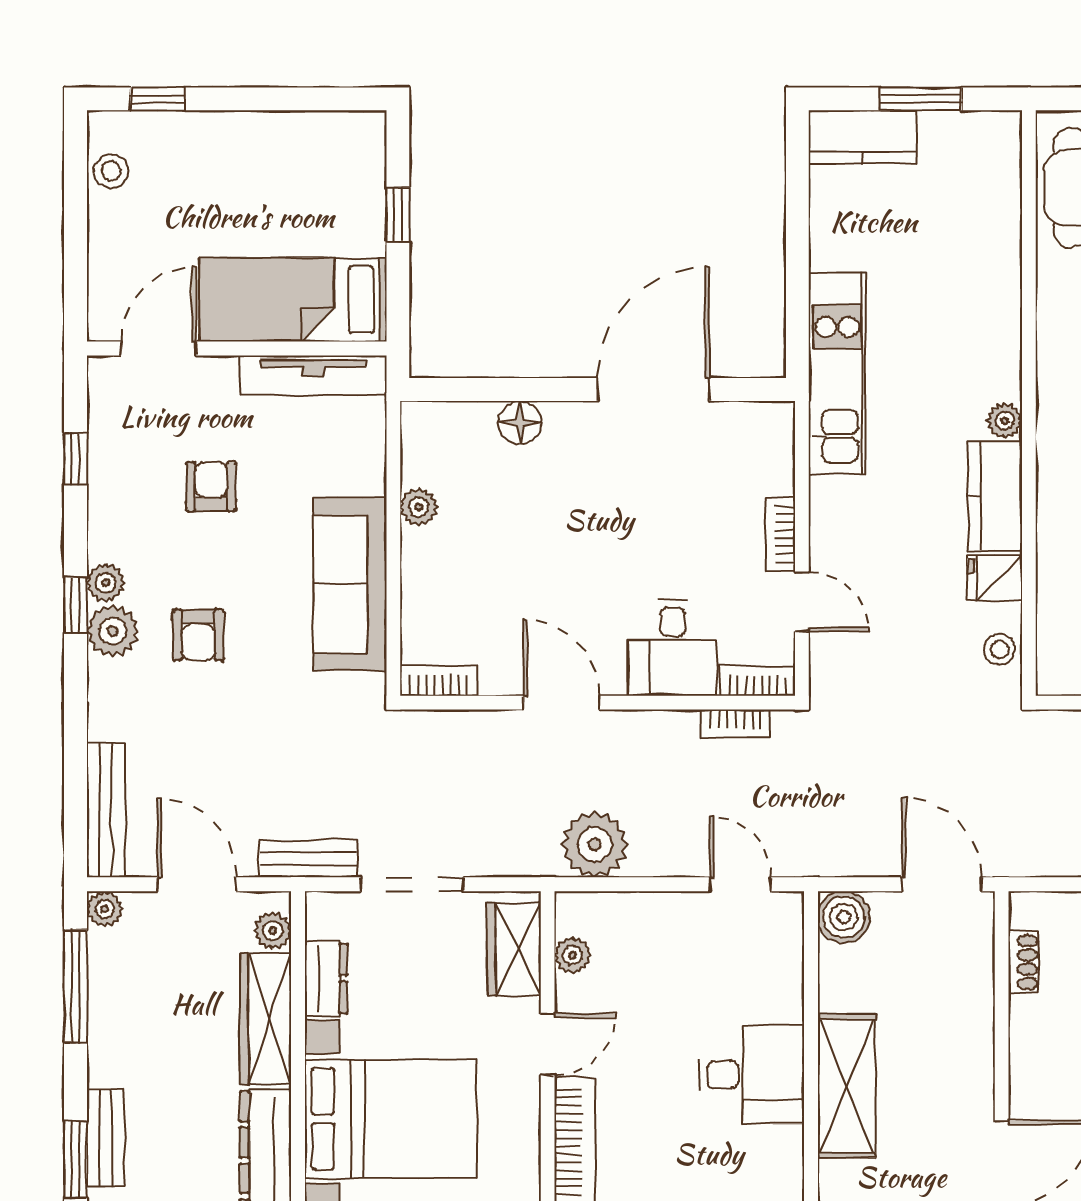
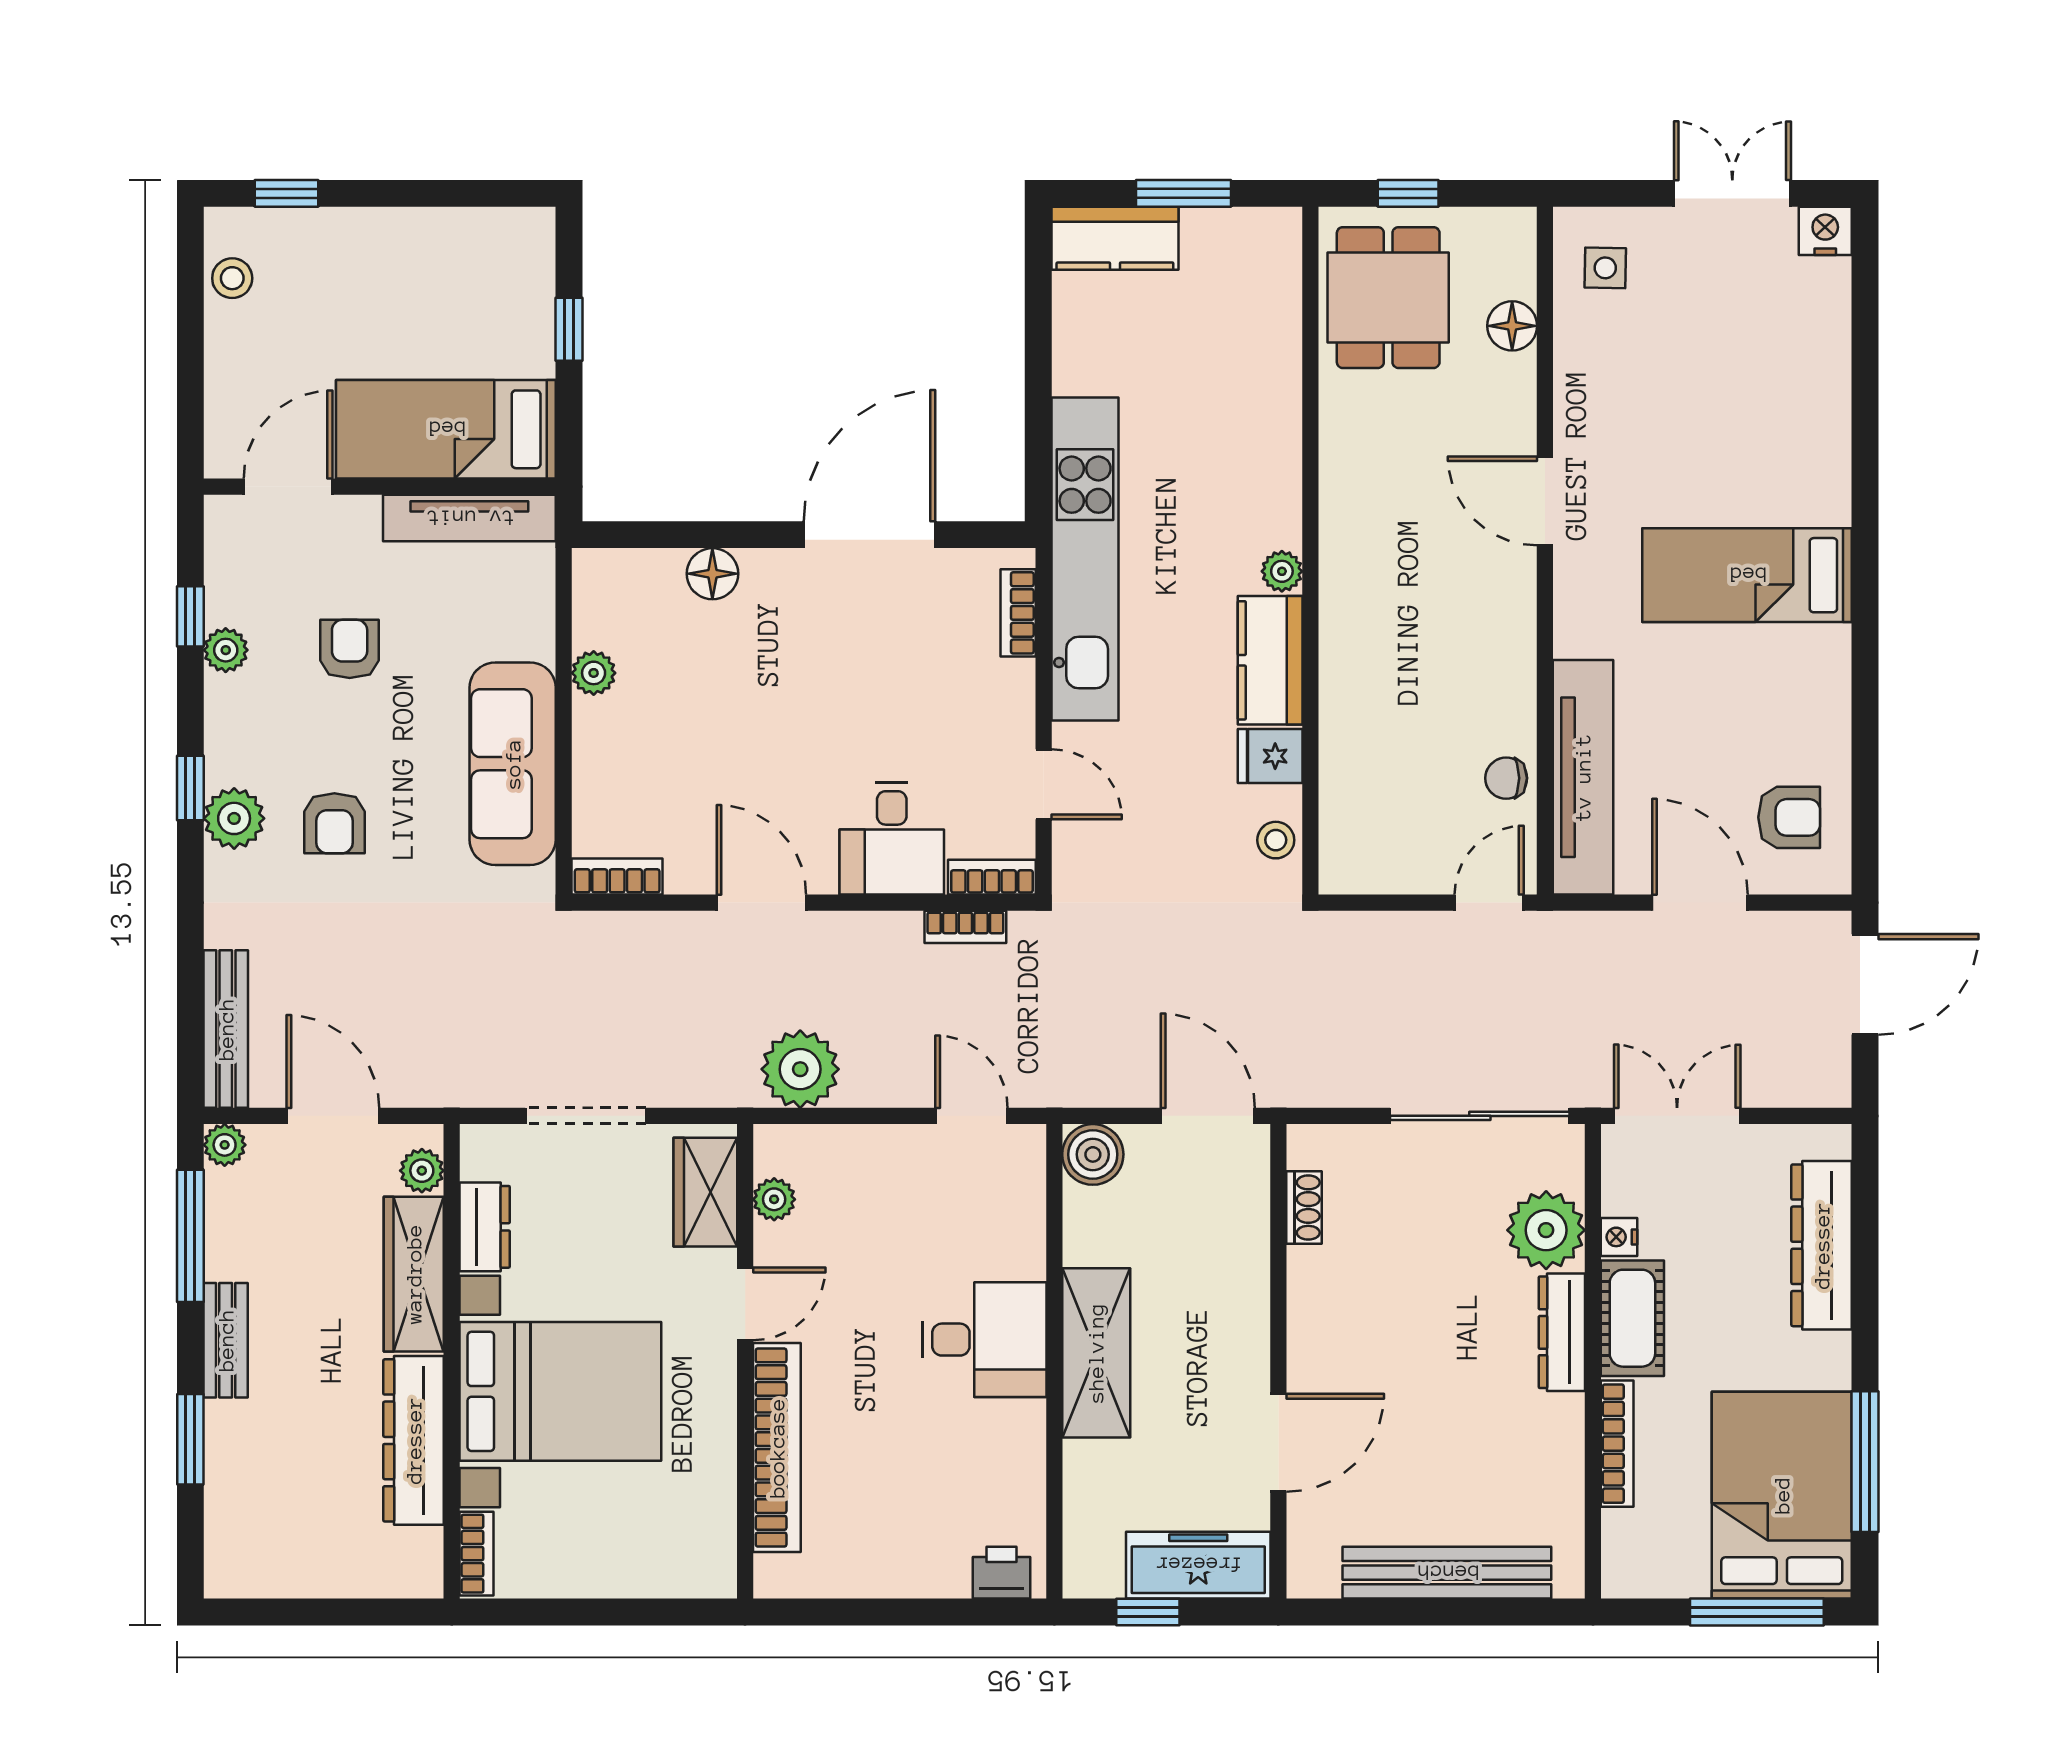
kitchen unit: (837, 373) -> (1085, 559), width x1.36
bookcase: (780, 534) -> (1018, 613), moved
plant: (106, 583) -> (226, 650), moved
bench: (309, 859) -> (464, 1086), removed
bench: (106, 1138) -> (226, 1340), moved

